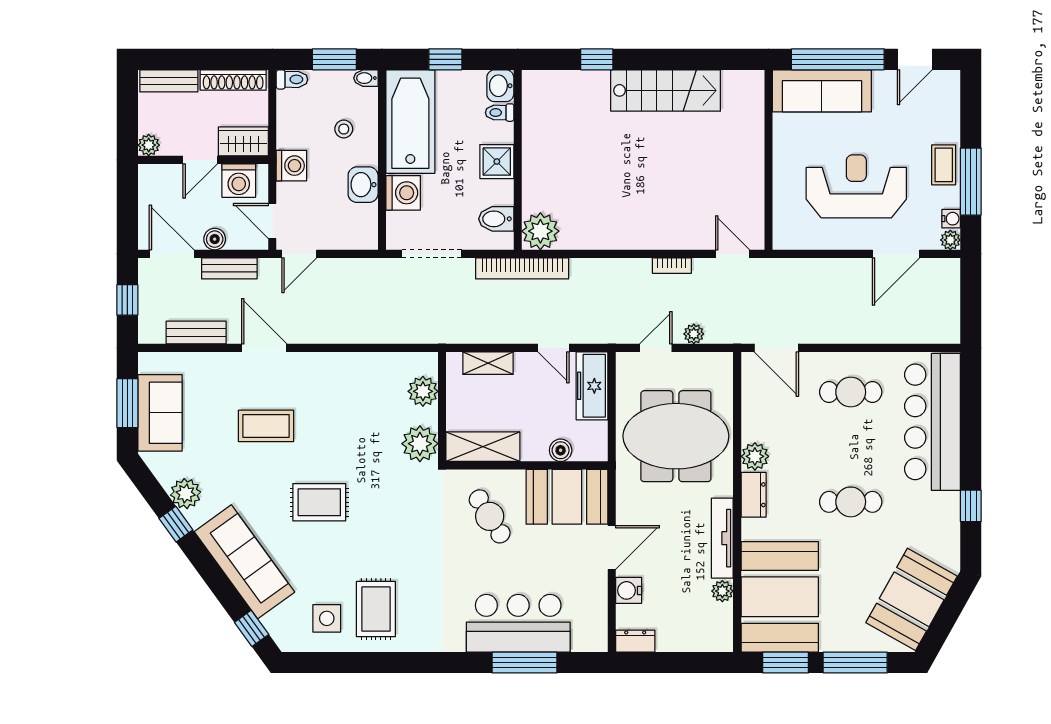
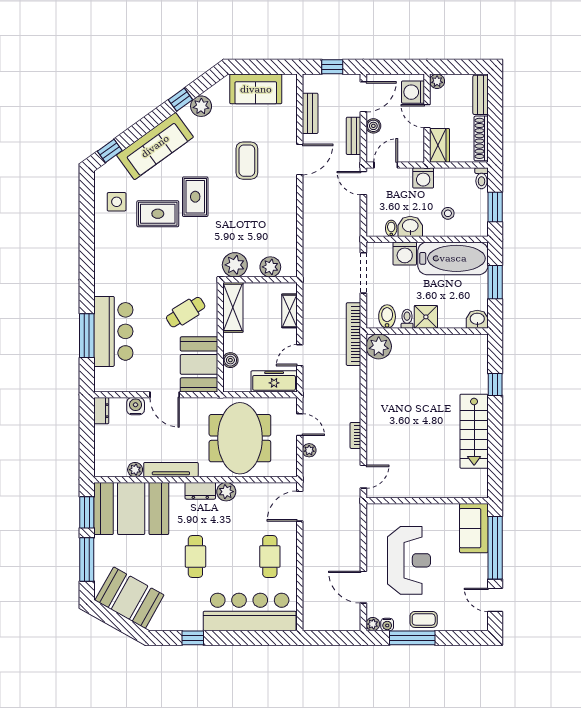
window: (445, 59) -> (495, 282), width x1.50
bidet: (366, 78) -> (391, 228), moved
sofa: (822, 91) -> (474, 528), width x0.73
toilet: (500, 113) -> (407, 319), moved
washing machine: (239, 181) -> (413, 92), moved
window: (127, 403) -> (262, 67), removed
rug: (376, 609) -> (158, 214), moved

